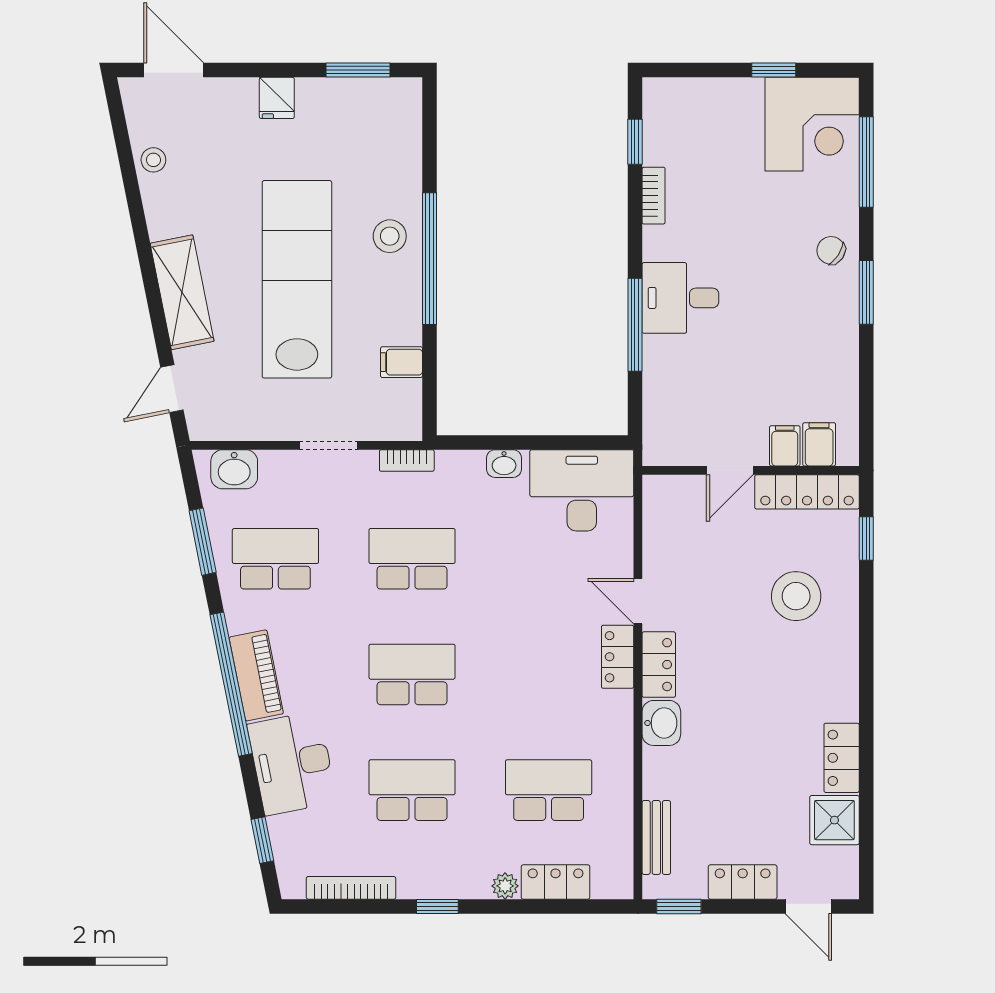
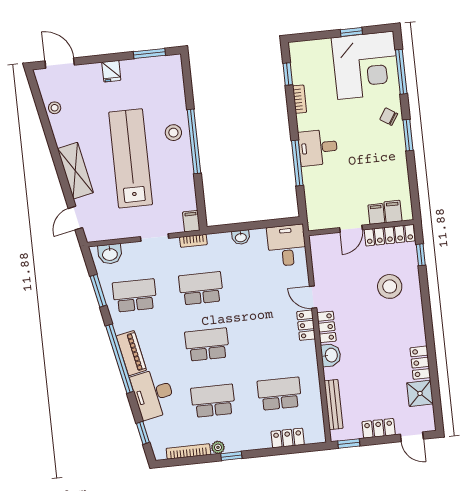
corner desk: (812, 124) -> (366, 65), width x1.36, depth x1.36
filing cabinet: (402, 362) -> (191, 221), moved, turned 90
desk: (582, 490) -> (287, 245), width x0.73
bench: (656, 837) -> (334, 405), width x1.36
plant: (505, 886) -> (218, 447), moved

